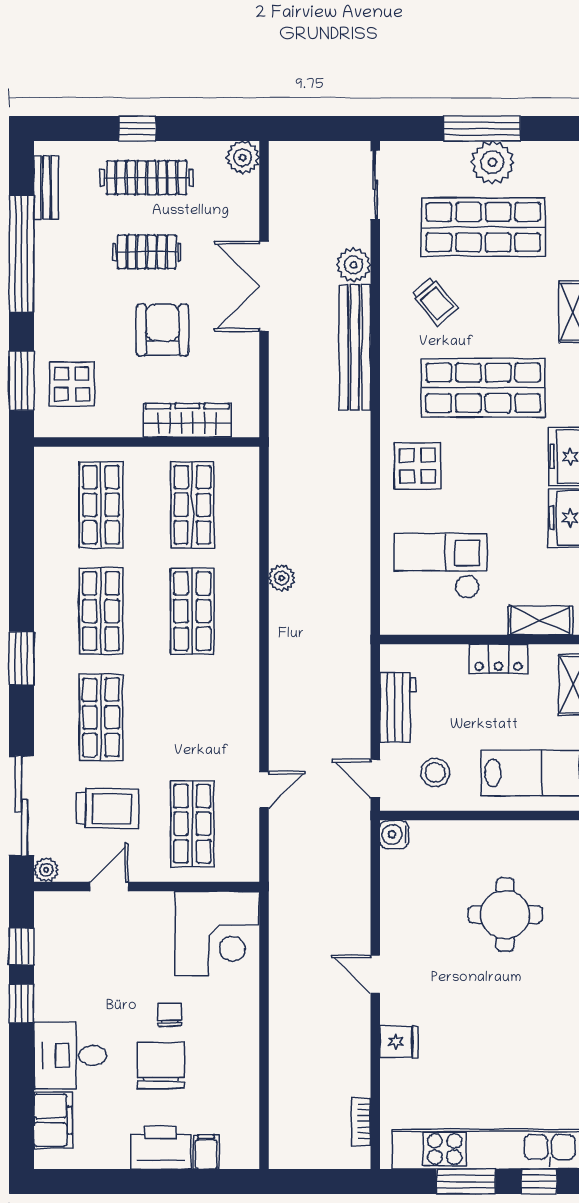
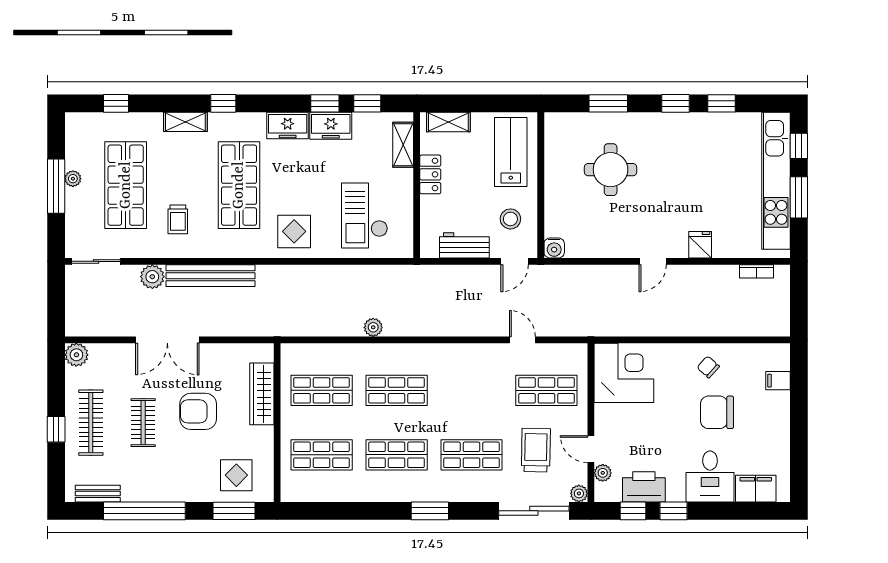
plant: (492, 162) -> (73, 179), width x0.53, depth x0.53
trolley: (435, 301) -> (178, 219), turned 130
plant: (75, 903) -> (603, 473), added
chair: (170, 1015) -> (708, 367), moved, turned 43
printer: (161, 1148) -> (644, 487), moved, turned 90

